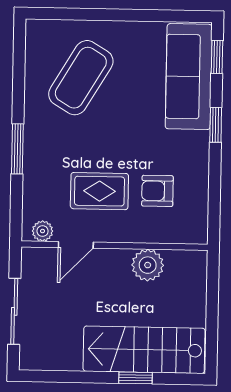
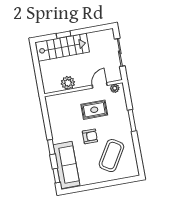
armchair: (157, 191) -> (90, 136), moved

